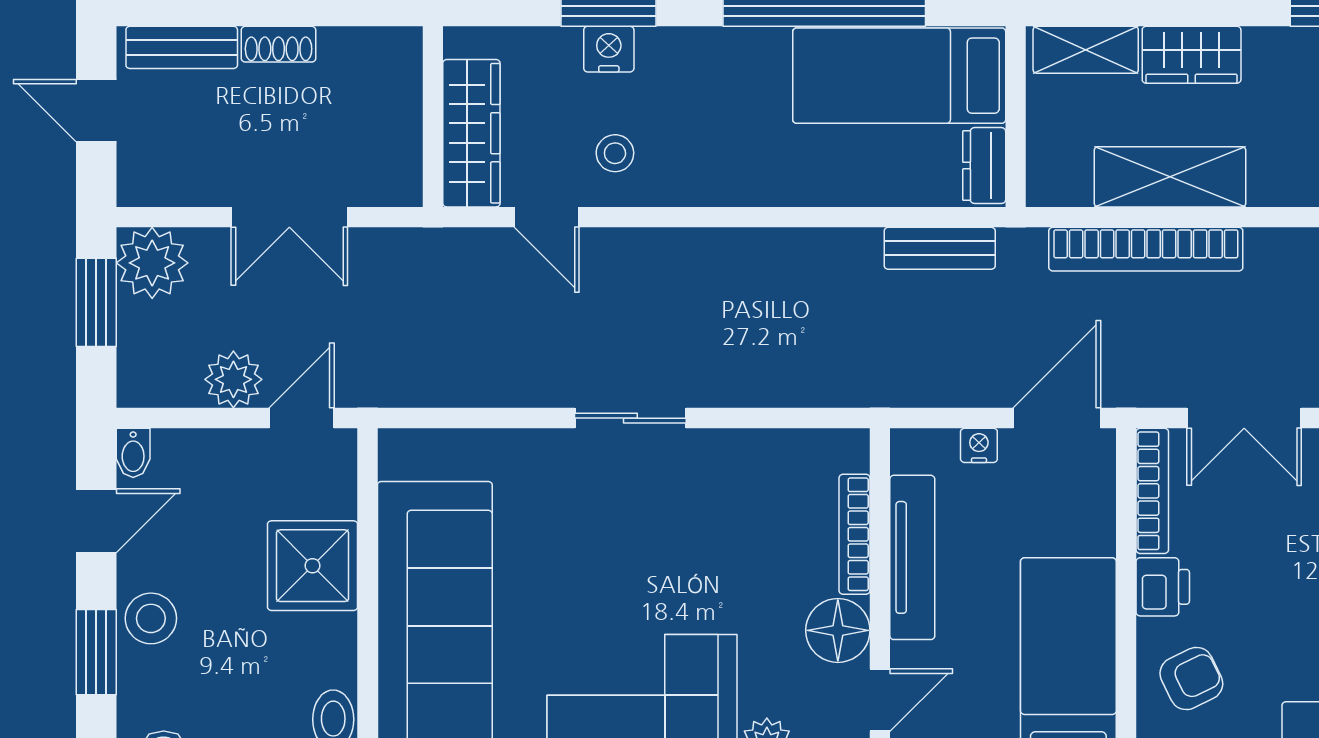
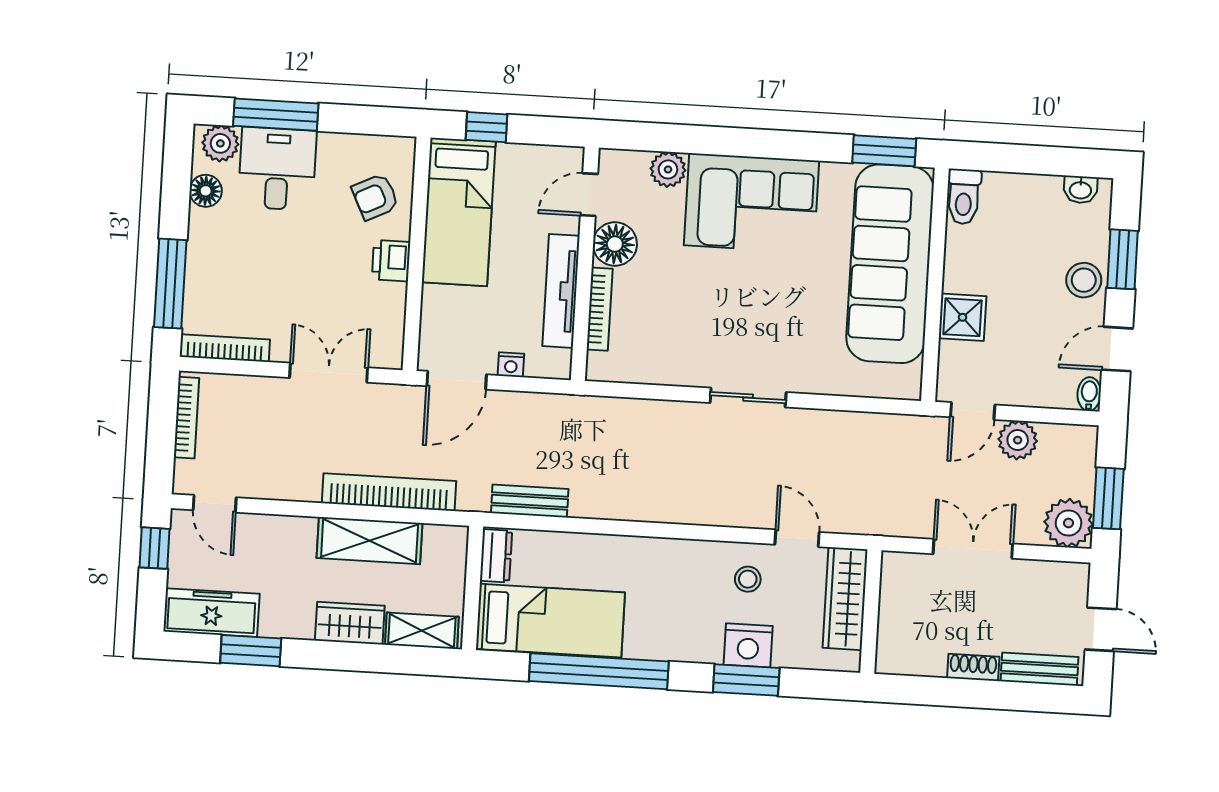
nightstand: (609, 49) -> (748, 645), width x1.36, depth x1.33
bookcase: (1152, 491) -> (394, 327), removed
shower: (312, 566) -> (963, 317), width x0.73, depth x0.73

